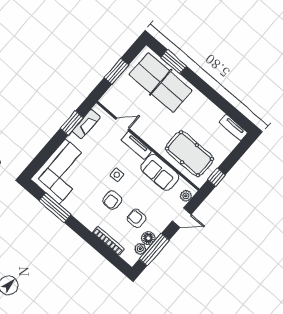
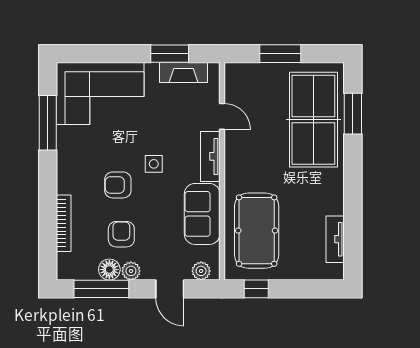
tv unit: (233, 128) -> (335, 239), moved
plant: (140, 249) -> (131, 271), moved

